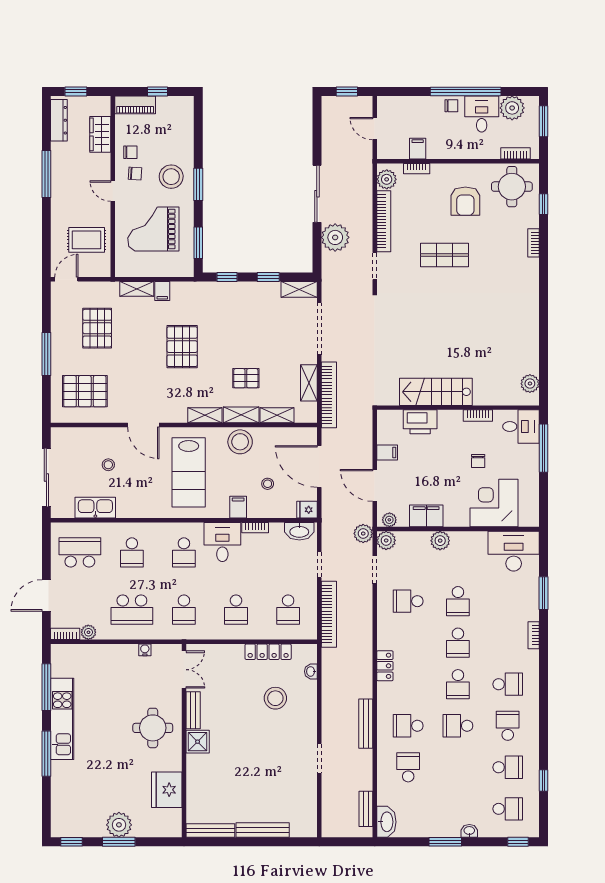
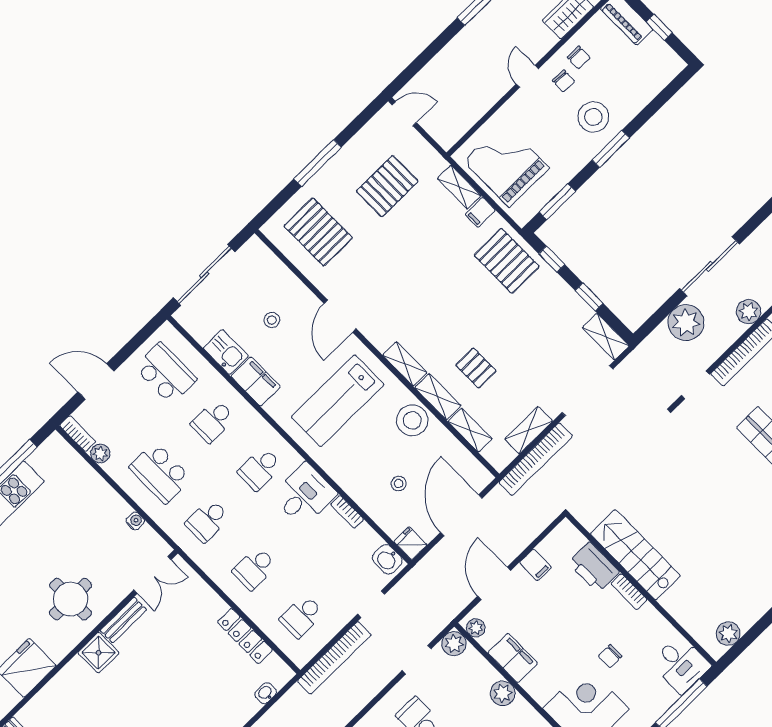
grand piano: (153, 229) -> (506, 165), moved
rug: (87, 240) -> (459, 97), removed
pallet: (182, 347) -> (507, 261), moved, turned 90
bookcase: (478, 415) -> (629, 592), moved
filing cabinet: (238, 507) -> (256, 382), moved, width x2.00
kitchen sink: (95, 508) -> (226, 352), width x0.73
washbasin: (299, 531) -> (387, 559), width x0.72
plant: (363, 534) -> (749, 312), moved
stool: (275, 698) -> (209, 685), removed

